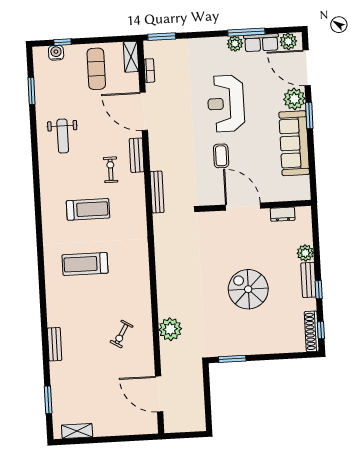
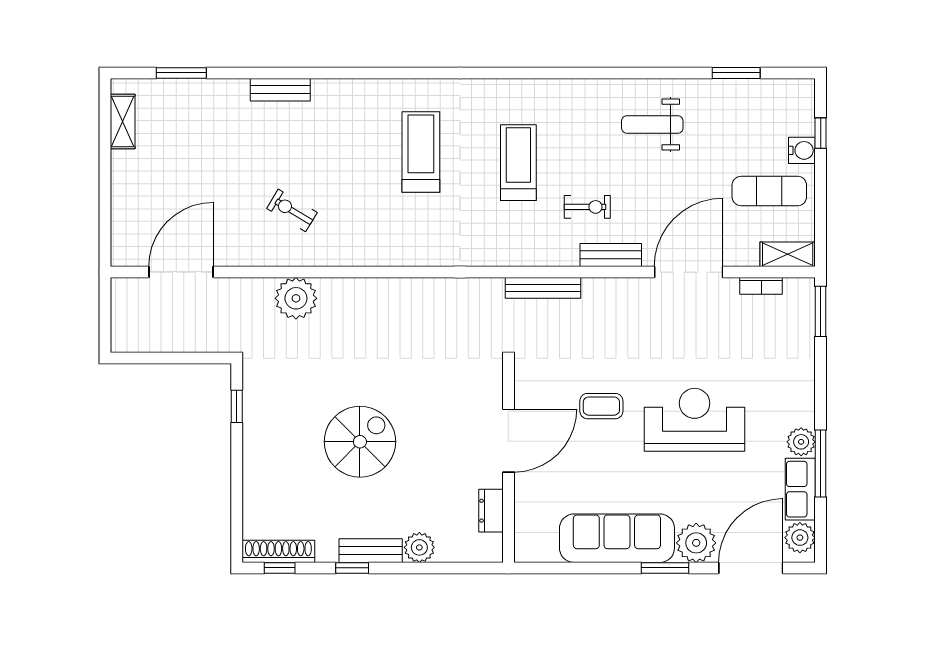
water cooler: (56, 53) -> (802, 150), moved
treadmill: (88, 209) -> (518, 163), turned 180
window: (232, 359) -> (237, 406), width x0.67

